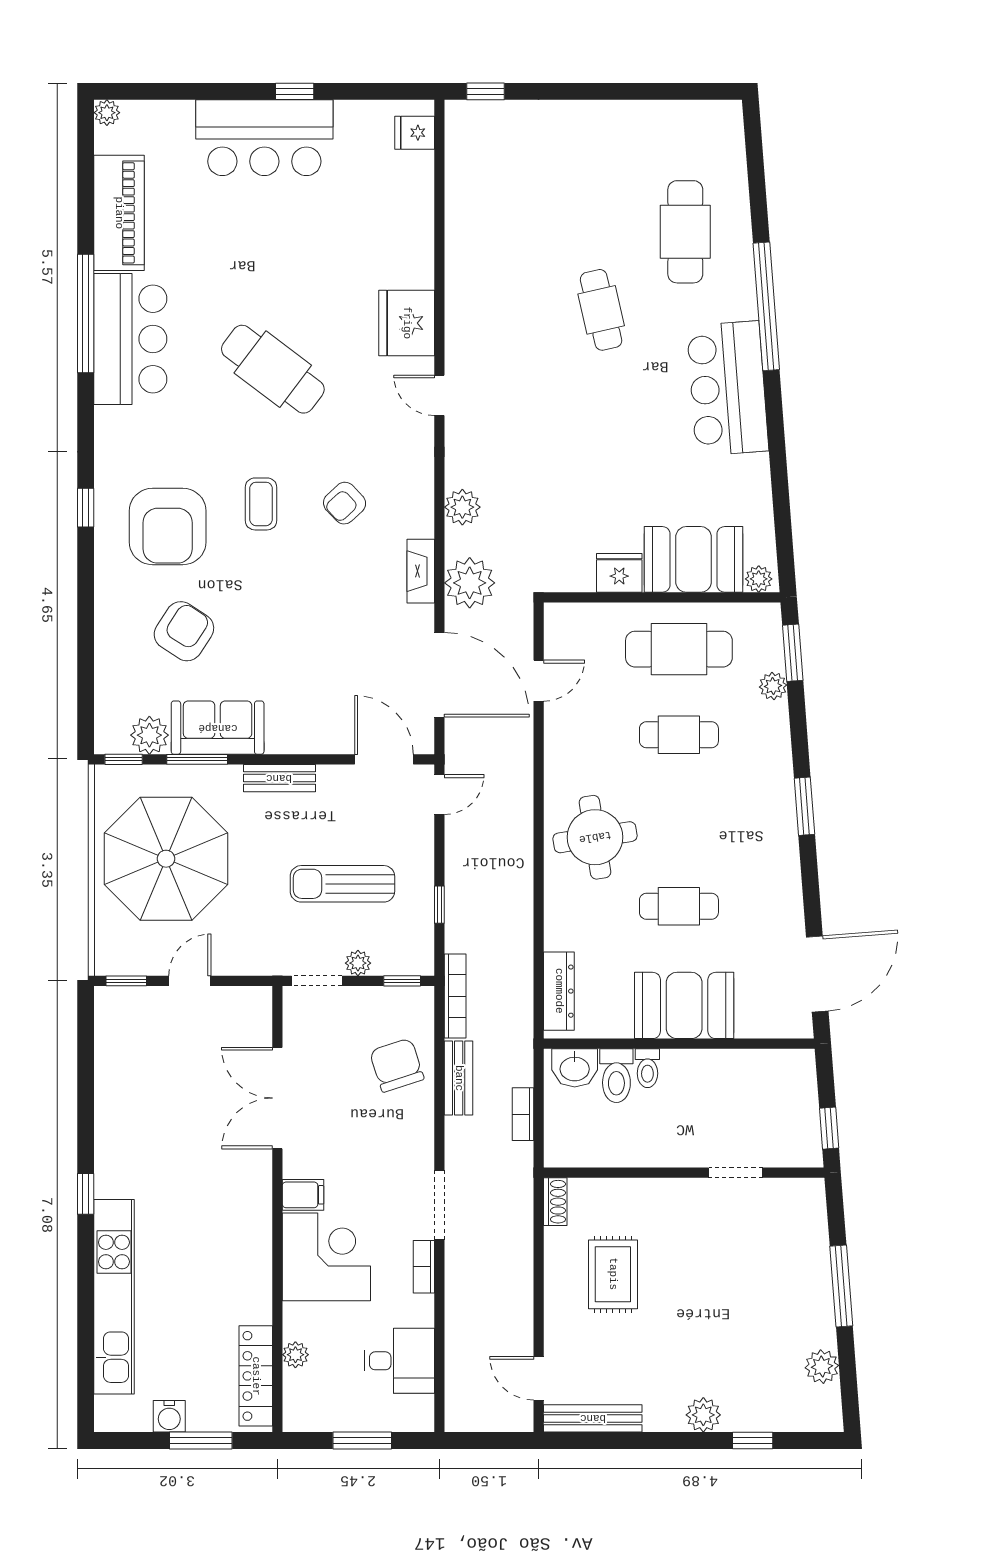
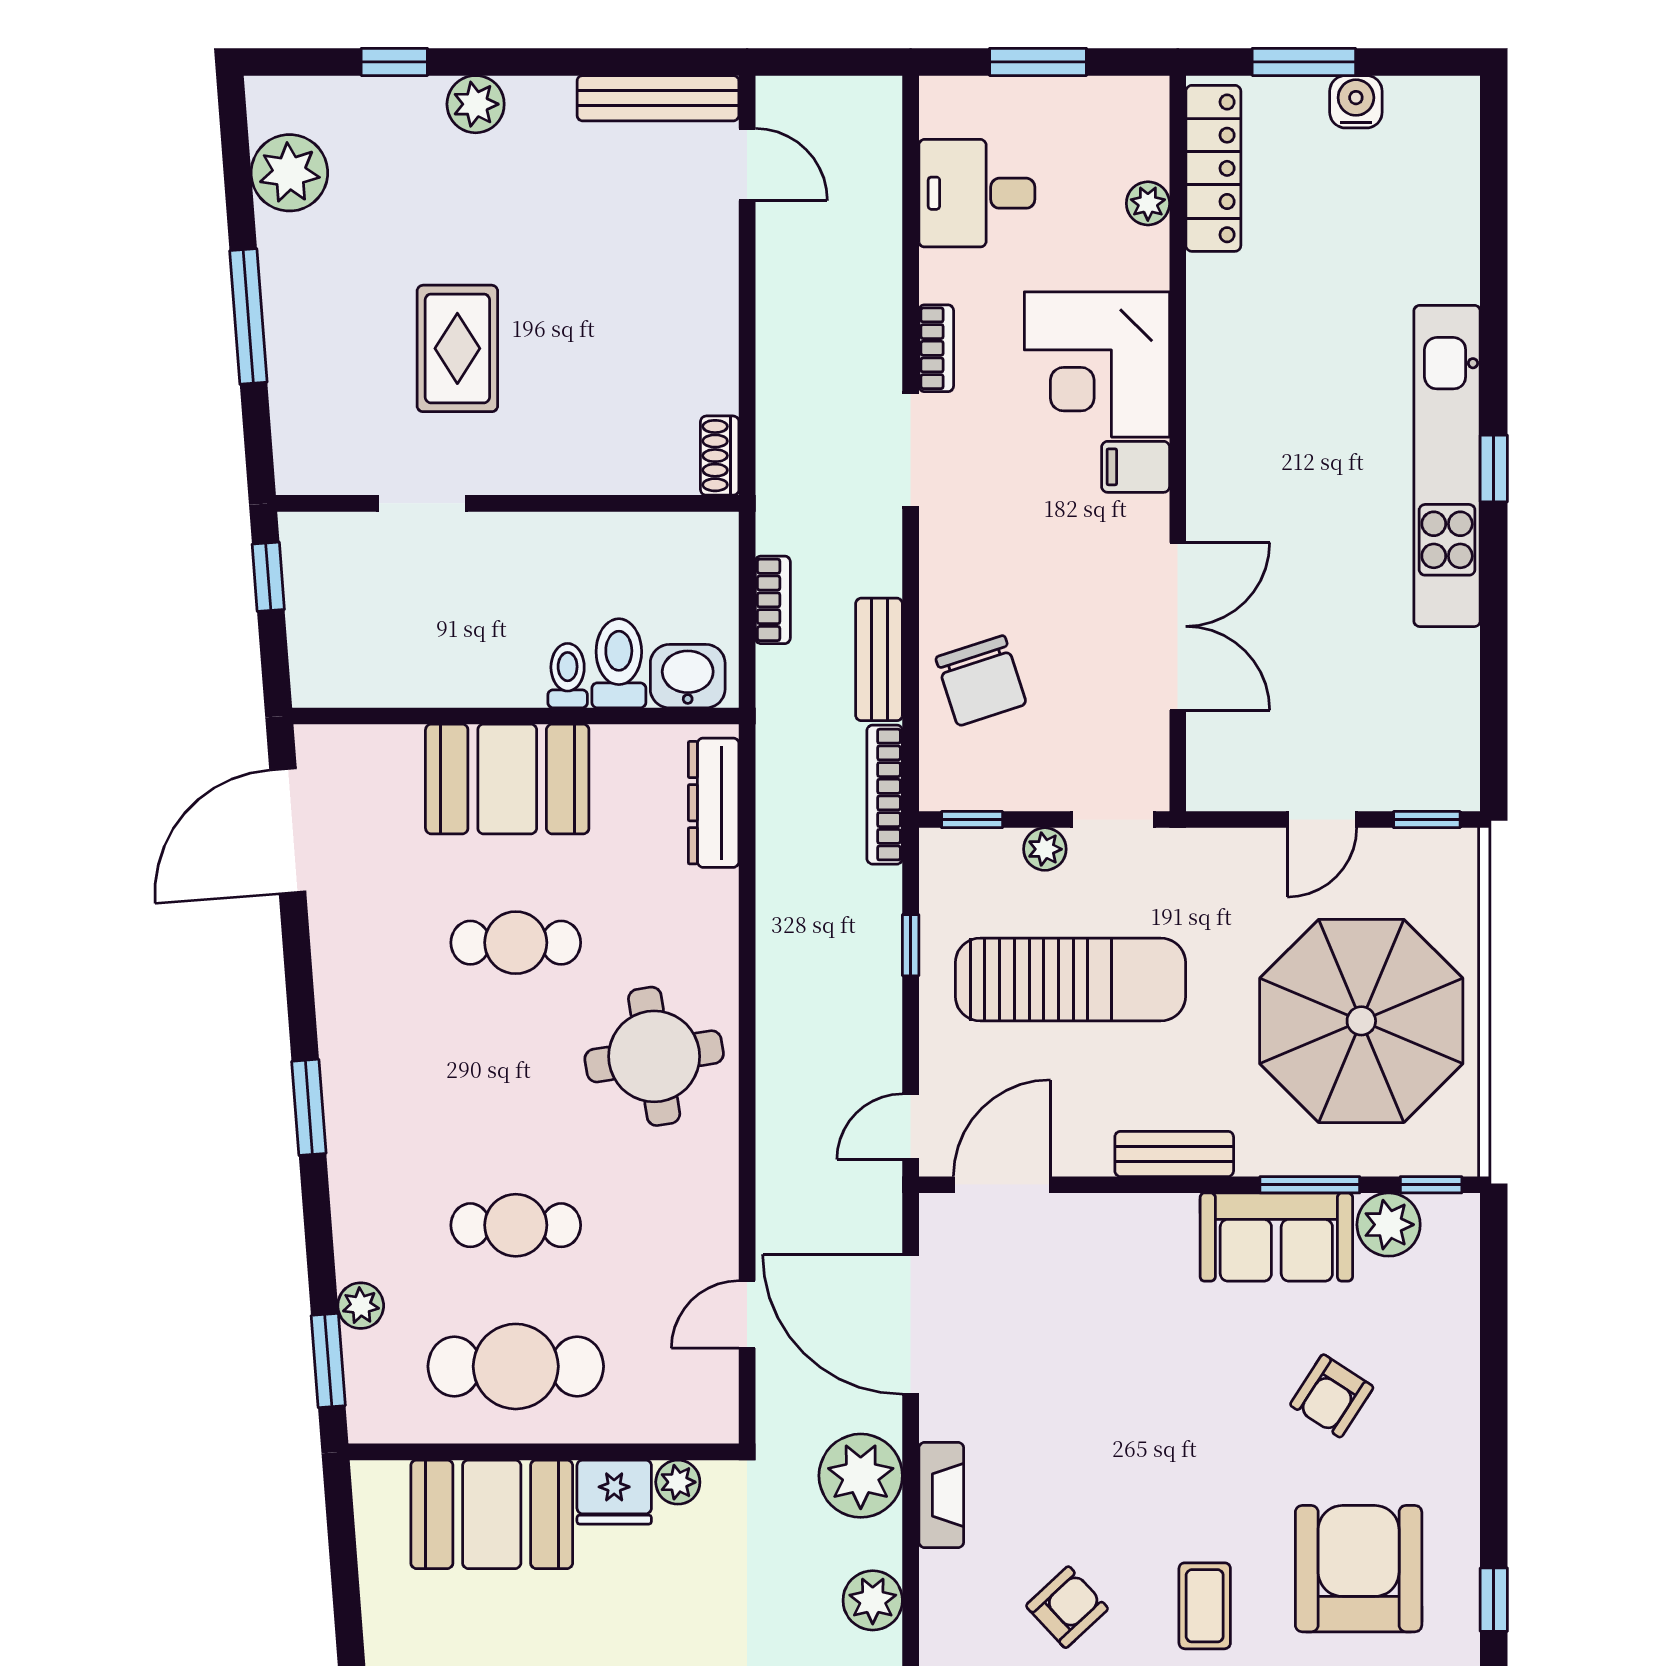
plant: (759, 579) -> (678, 1482), moved
armchair: (184, 631) -> (1332, 1396), width x0.72, depth x0.72
door: (384, 759) -> (1002, 1185), swing flipped
sun lounger: (342, 884) -> (1070, 980), width x1.36, depth x1.34
rug: (613, 1274) -> (457, 348), moved
kitchen unit: (114, 1297) -> (1447, 466), moved
plant: (822, 1367) -> (289, 173), width x1.36, depth x1.36

